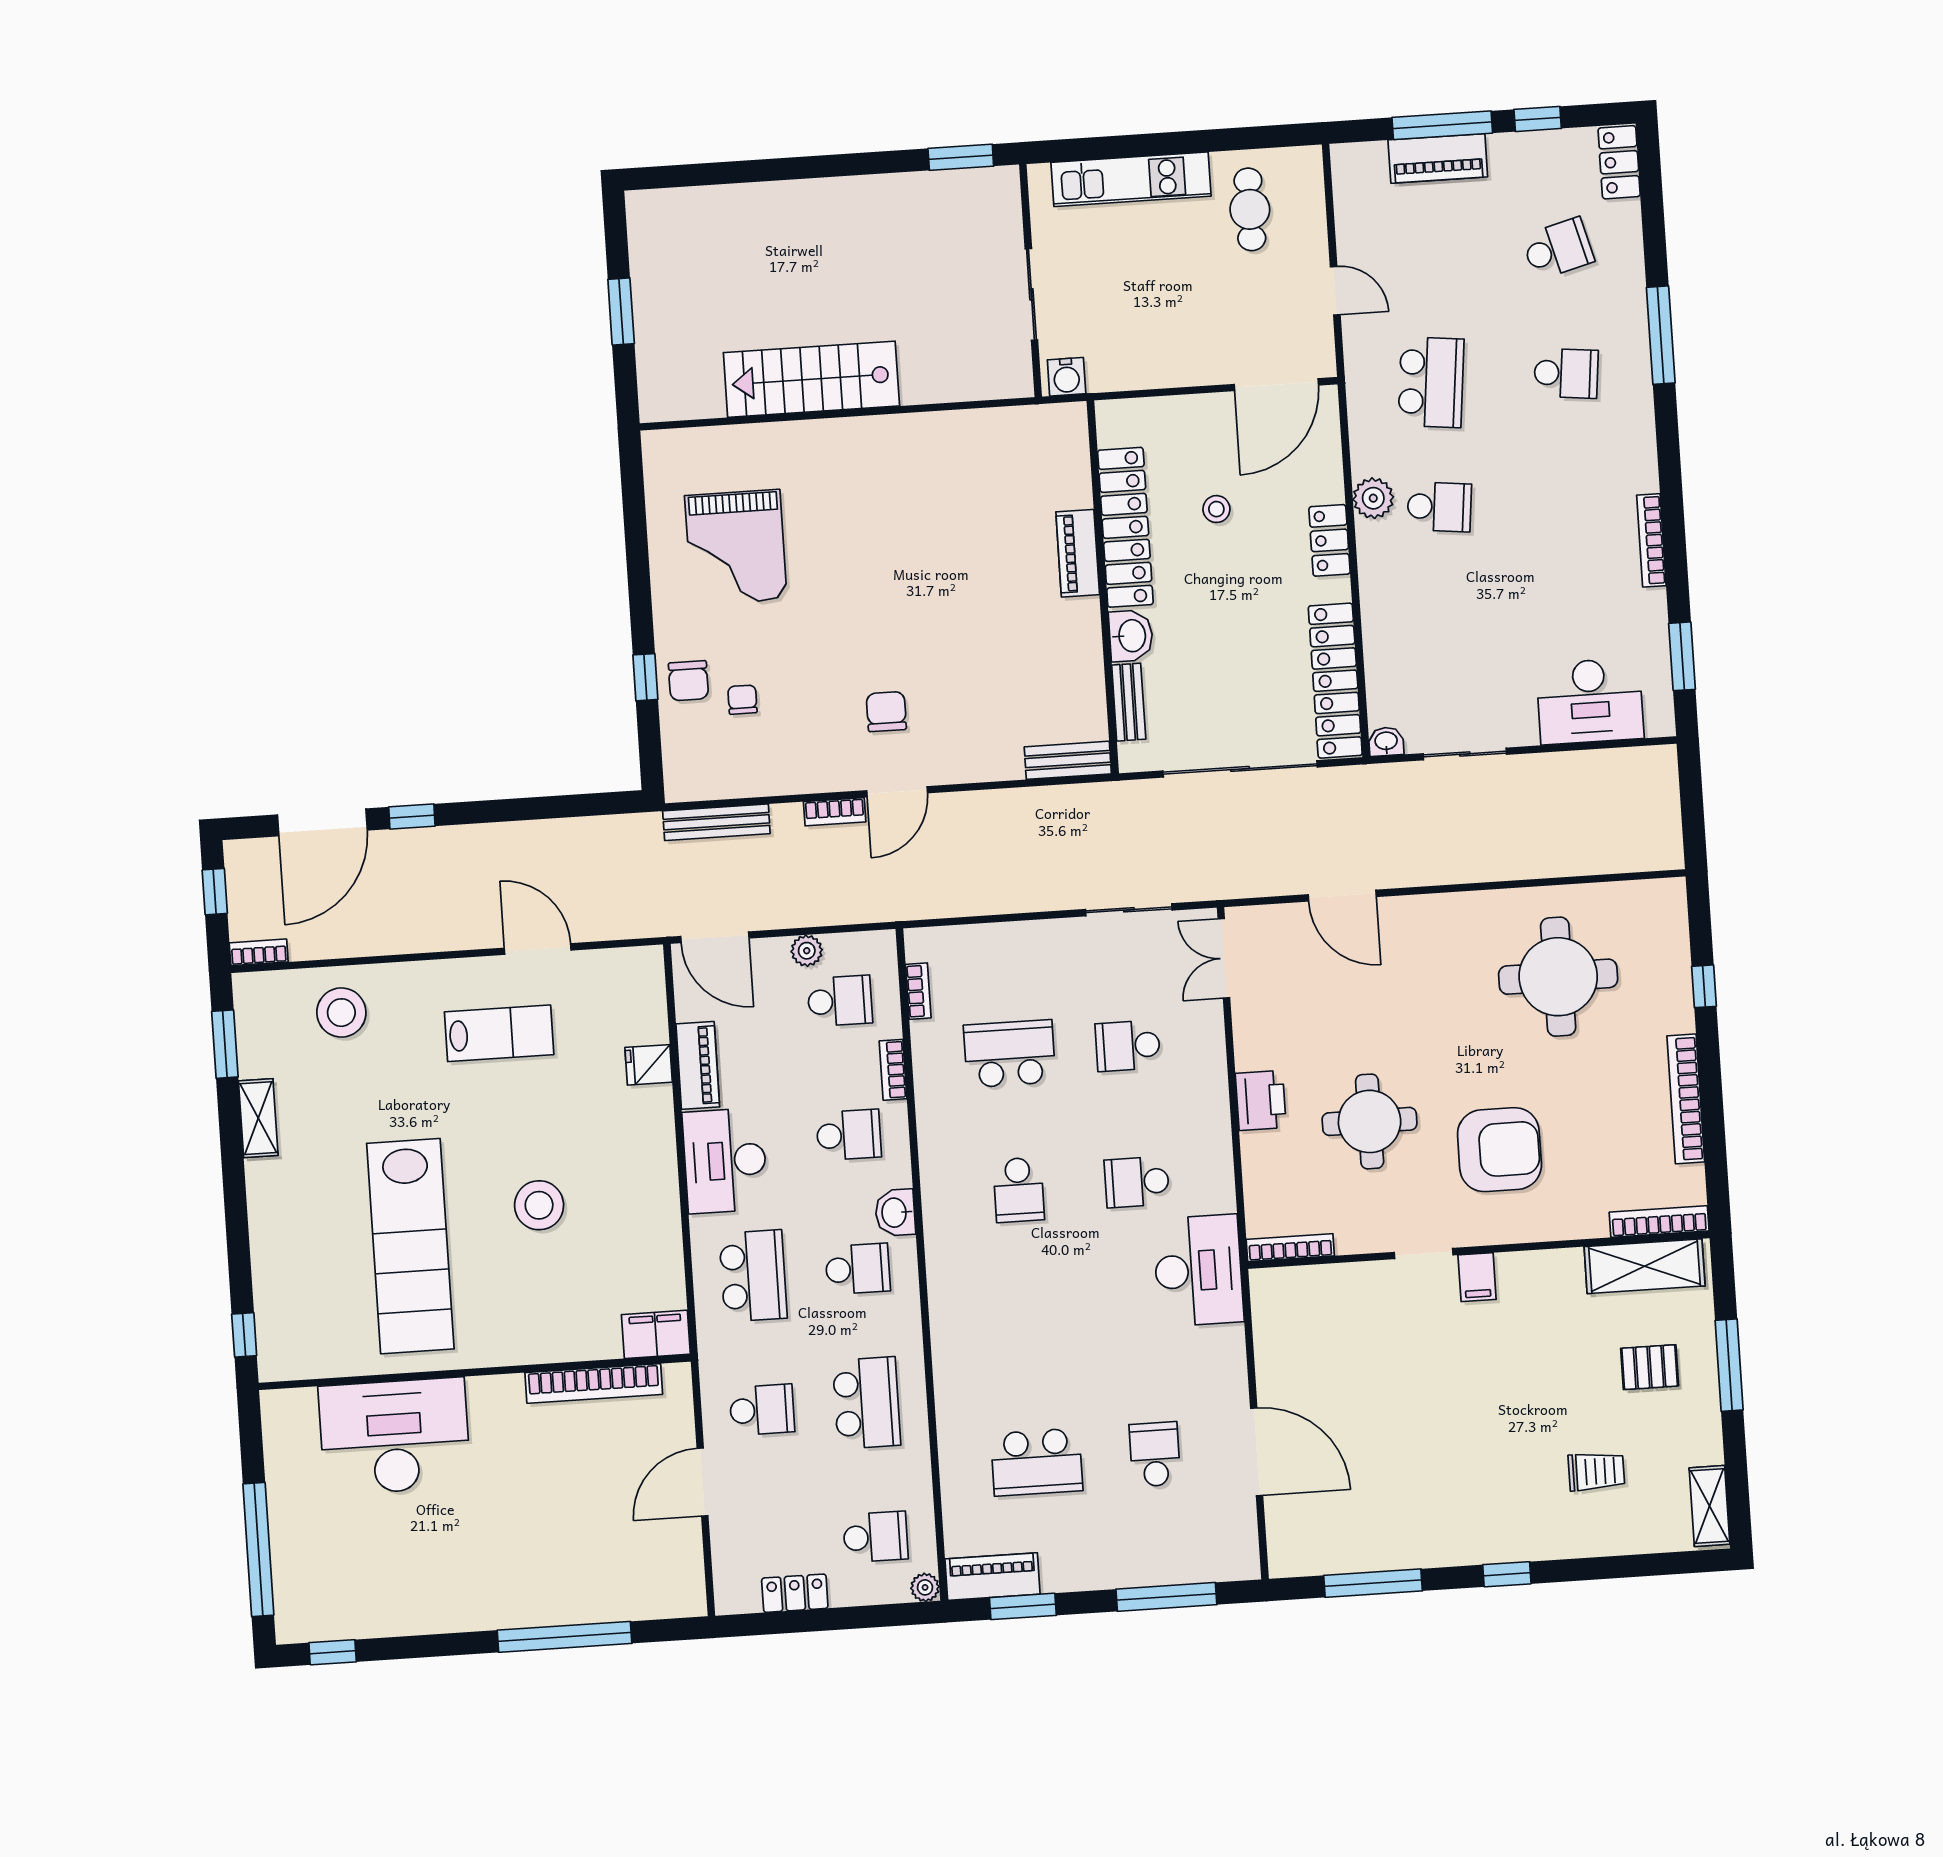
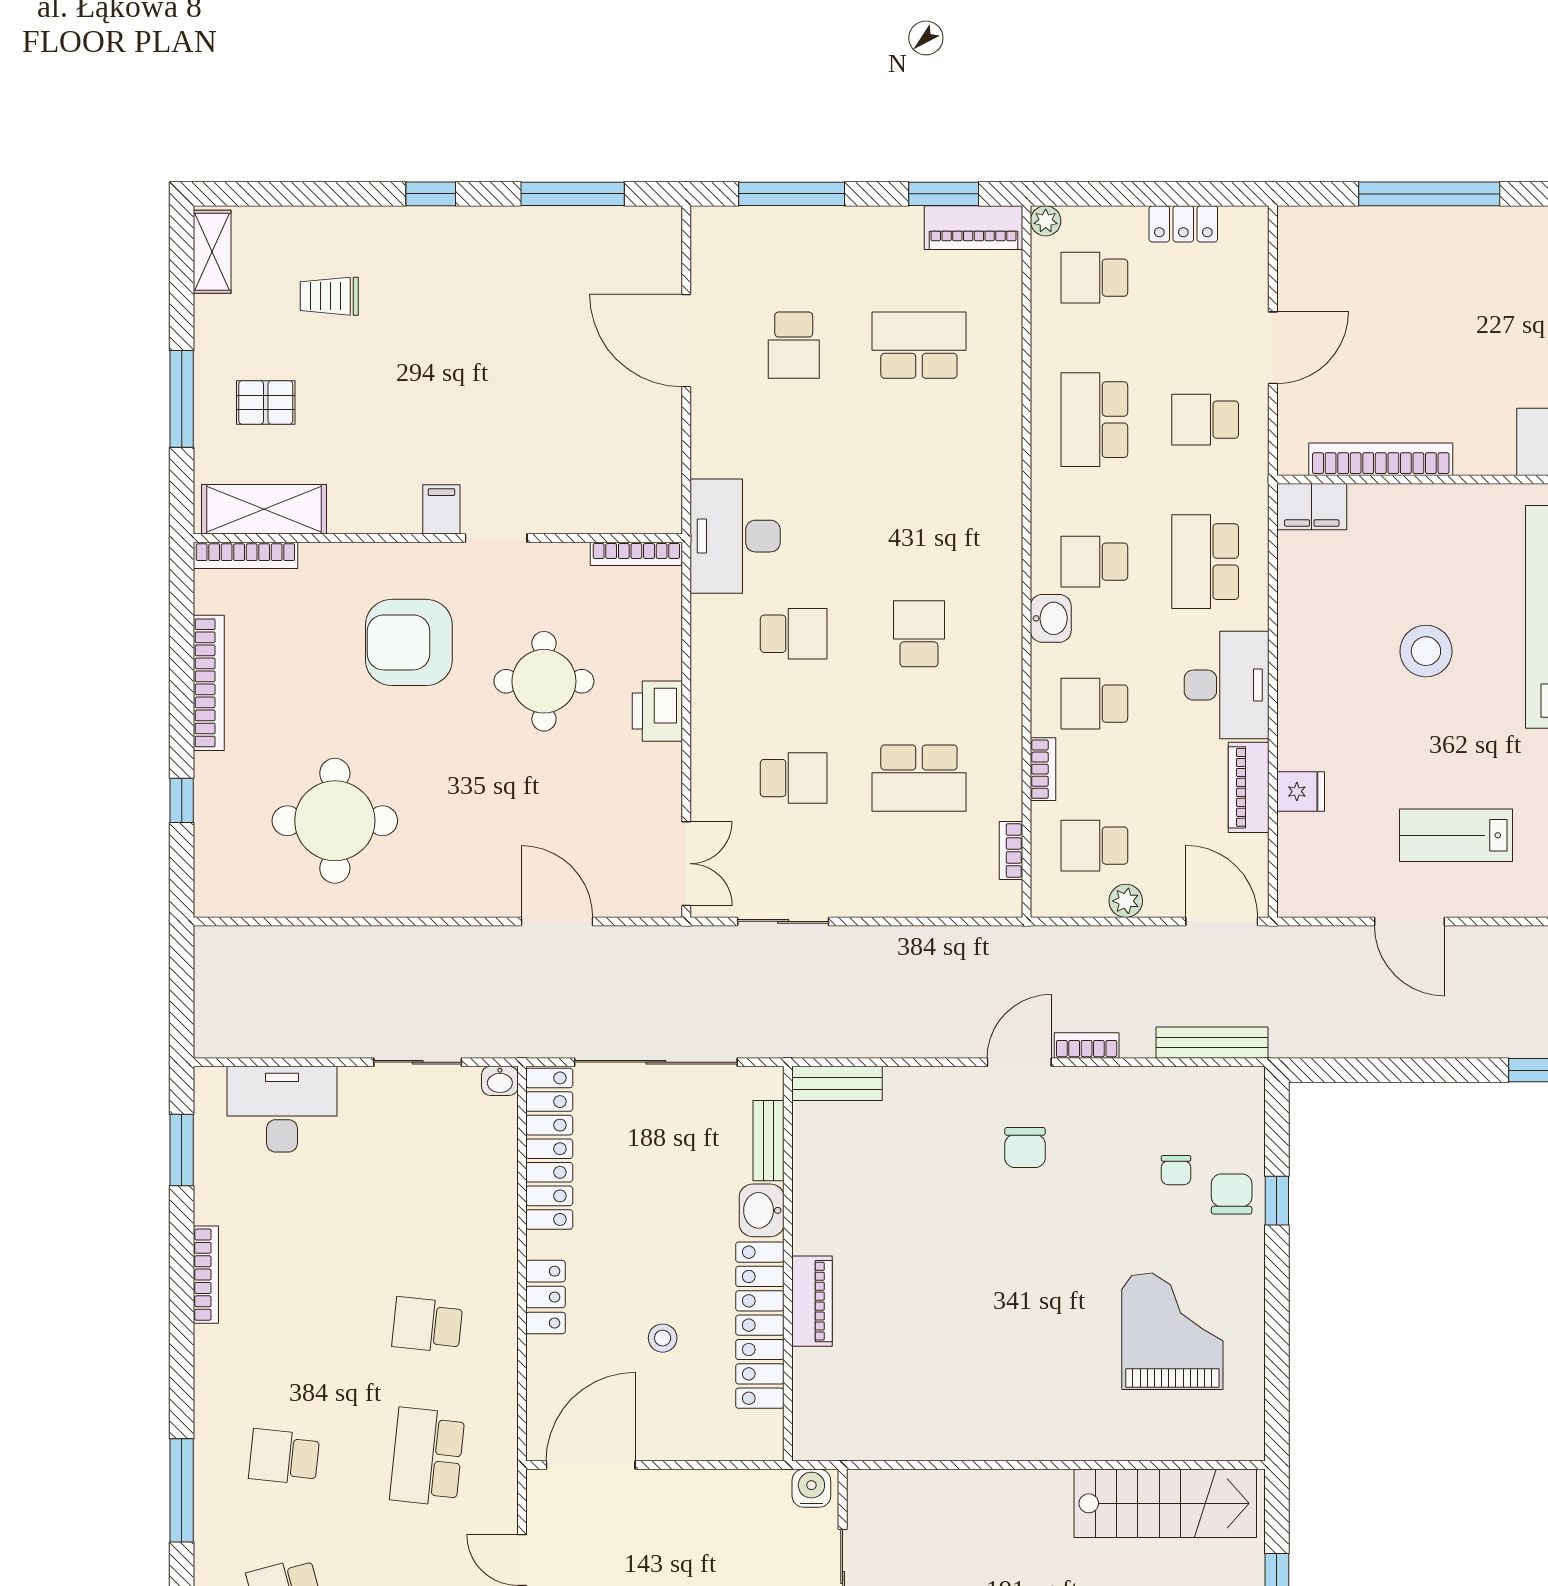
stairs: (811, 379) -> (1165, 1503), moved
plant: (1373, 498) -> (496, 1339), removed

